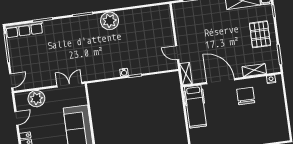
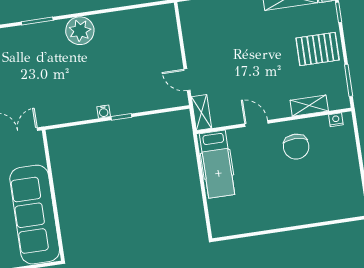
pallet: (260, 34) -> (318, 49), turned 90
door: (221, 81) -> (256, 124), width x0.53
chair: (246, 96) -> (296, 147), turned 180

